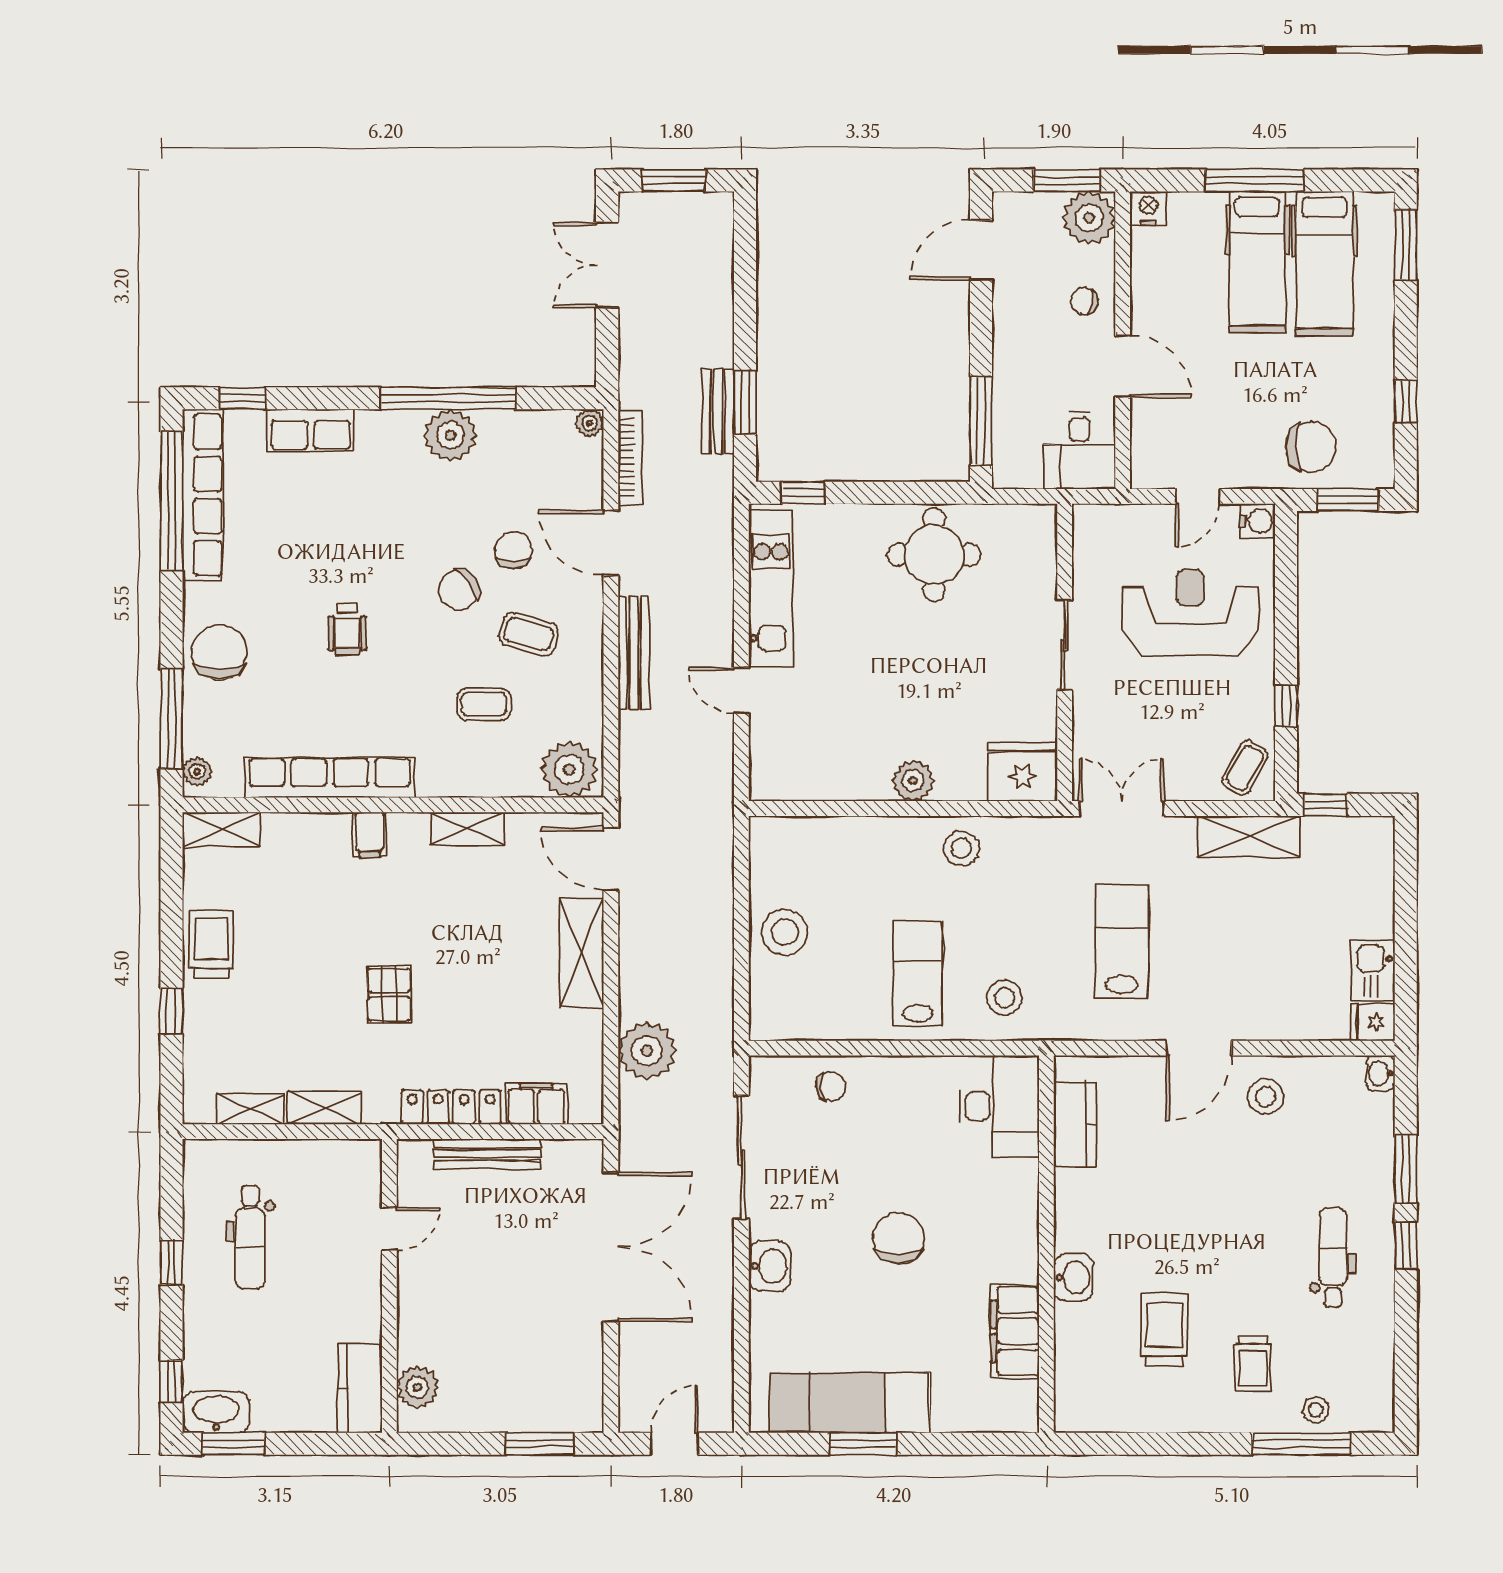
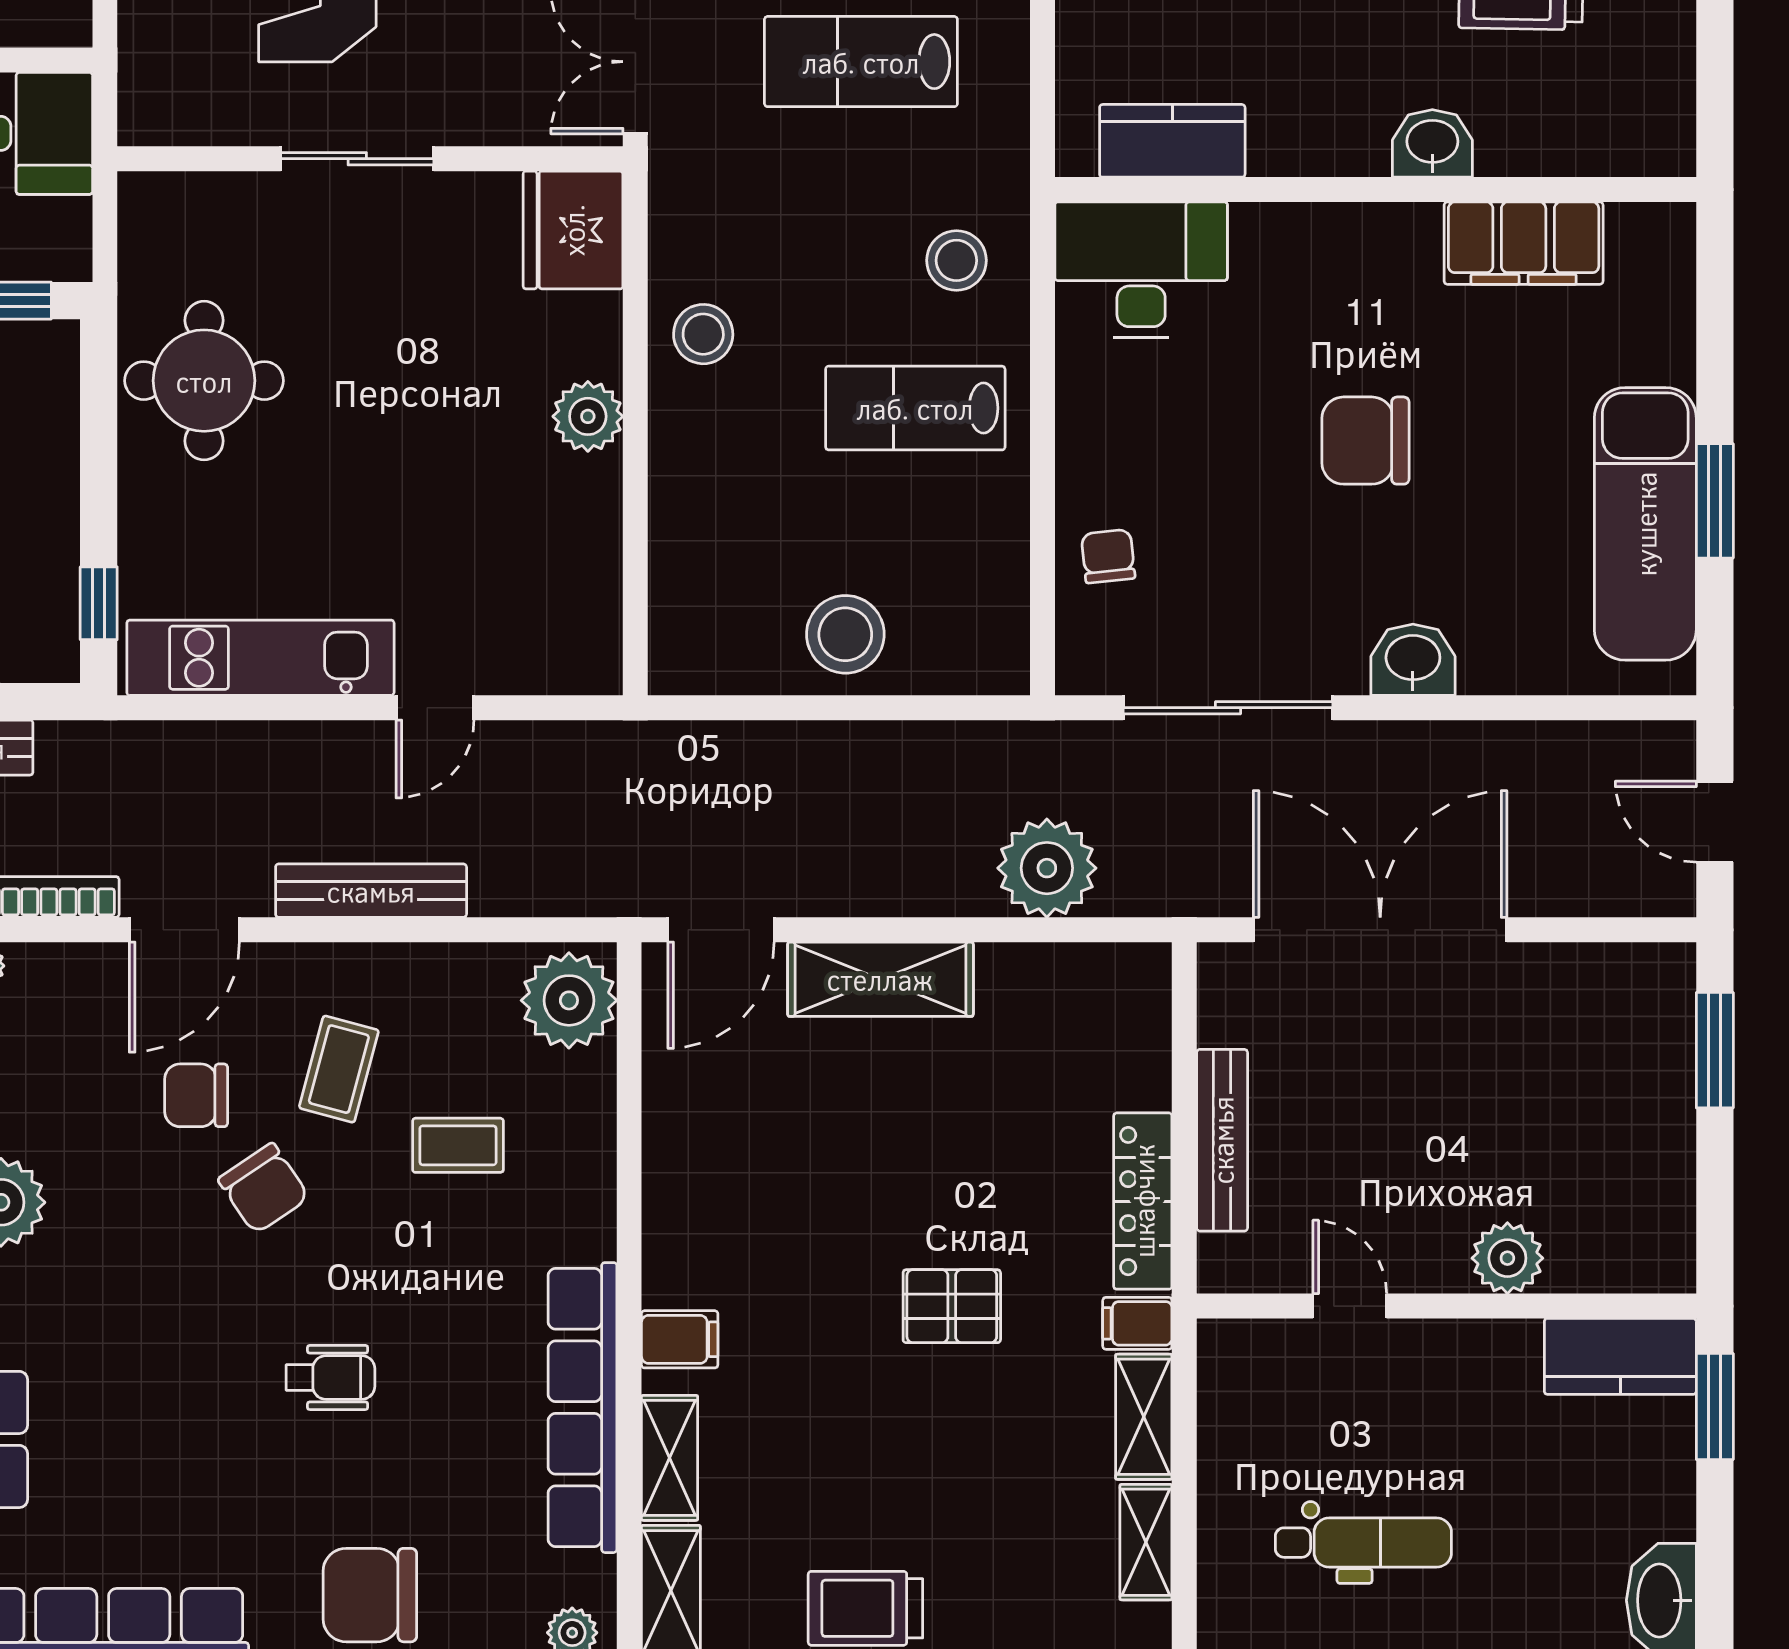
coffee table: (484, 704) -> (458, 1145), turned 90
shelving: (467, 829) -> (670, 1458), moved
filing cabinet: (536, 1104) -> (1137, 1323), moved, width x0.50
plant: (418, 1387) -> (1507, 1258), moved
window: (234, 1444) -> (1715, 1407), moved

